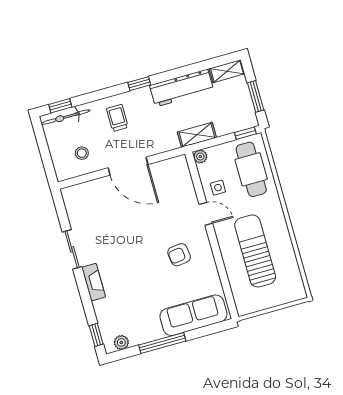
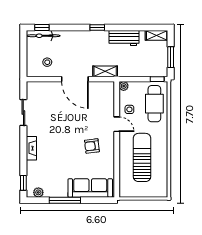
workbench: (182, 88) -> (124, 38), width x0.73
trolley: (117, 118) -> (77, 46), removed
shelving: (197, 135) -> (105, 71), moved
sliding door: (72, 249) -> (23, 113), moved

